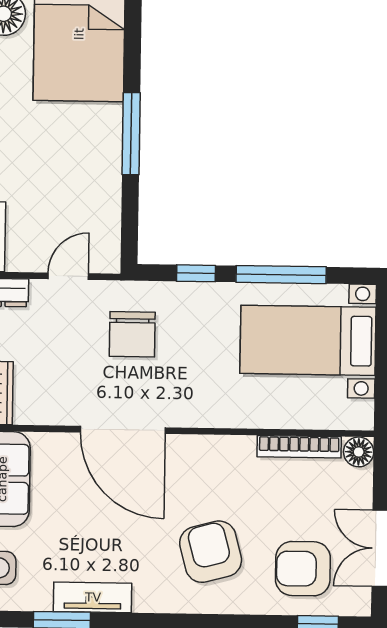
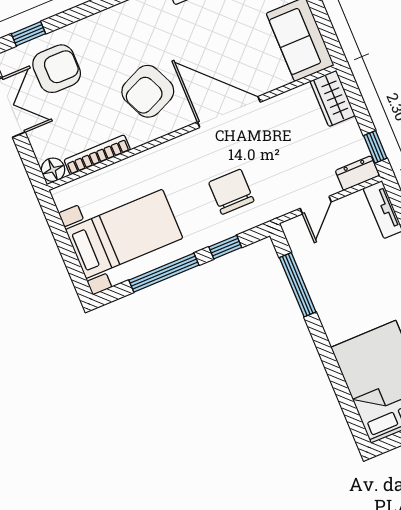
window: (131, 134) -> (298, 285), moved
chair: (132, 334) -> (231, 192), moved
armchair: (211, 552) -> (148, 91), moved, turned 81

